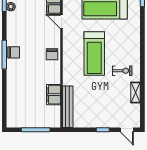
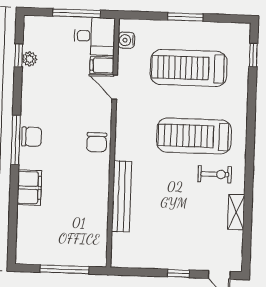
treadmill: (94, 54) -> (194, 136), moved, turned 90
filing cabinet: (54, 95) -> (29, 188), moved, turned 180
bench: (68, 107) -> (122, 196), moved

